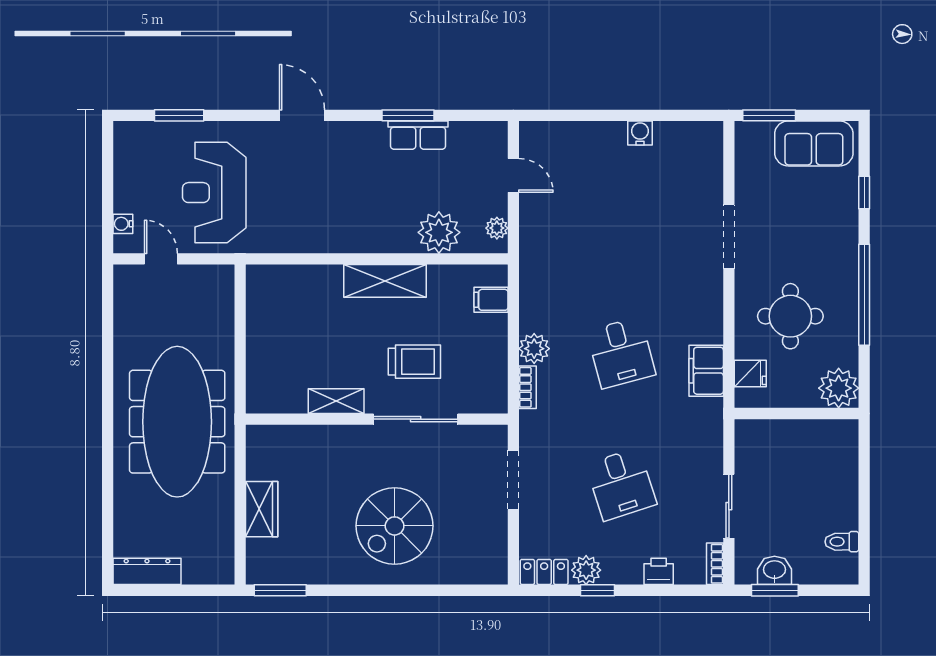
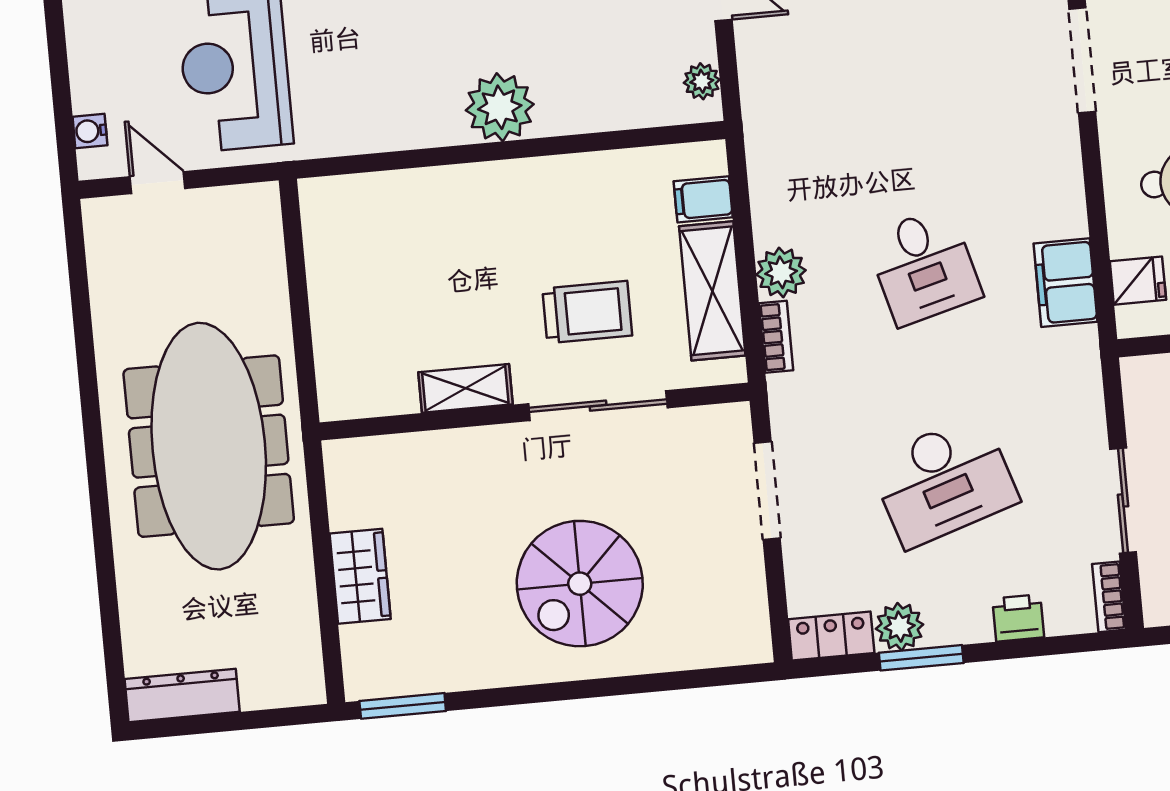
plant: (439, 232) -> (500, 107), moved
shelving: (385, 281) -> (712, 291), moved, turned 90
desk: (621, 484) -> (944, 481), width x1.37
window: (598, 590) -> (921, 658), width x1.50

